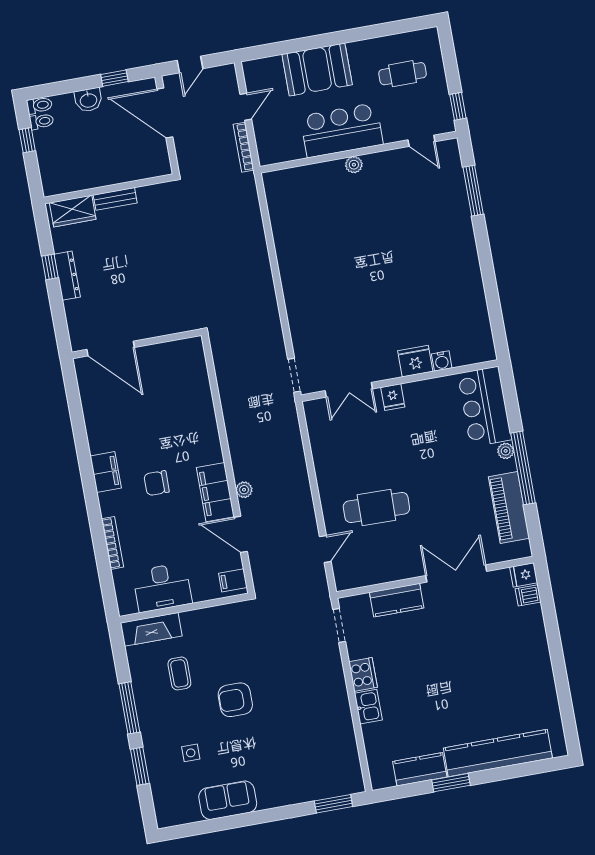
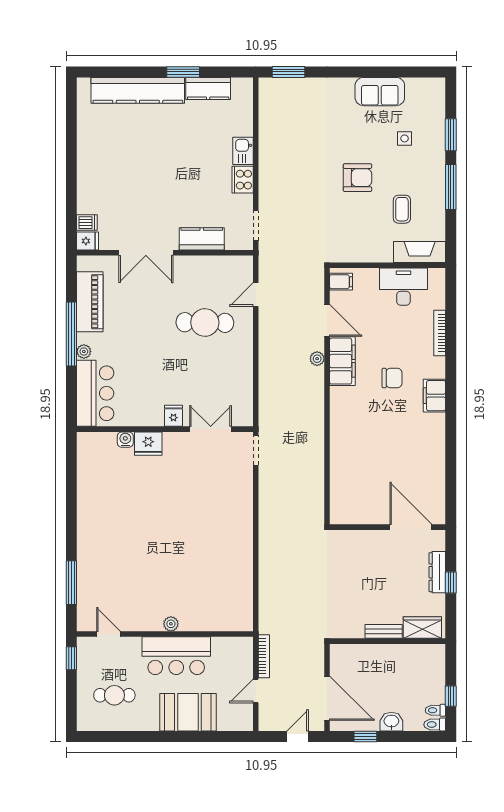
wall: (137, 344) -> (388, 527), moved
door: (111, 348) -> (411, 527), moved

